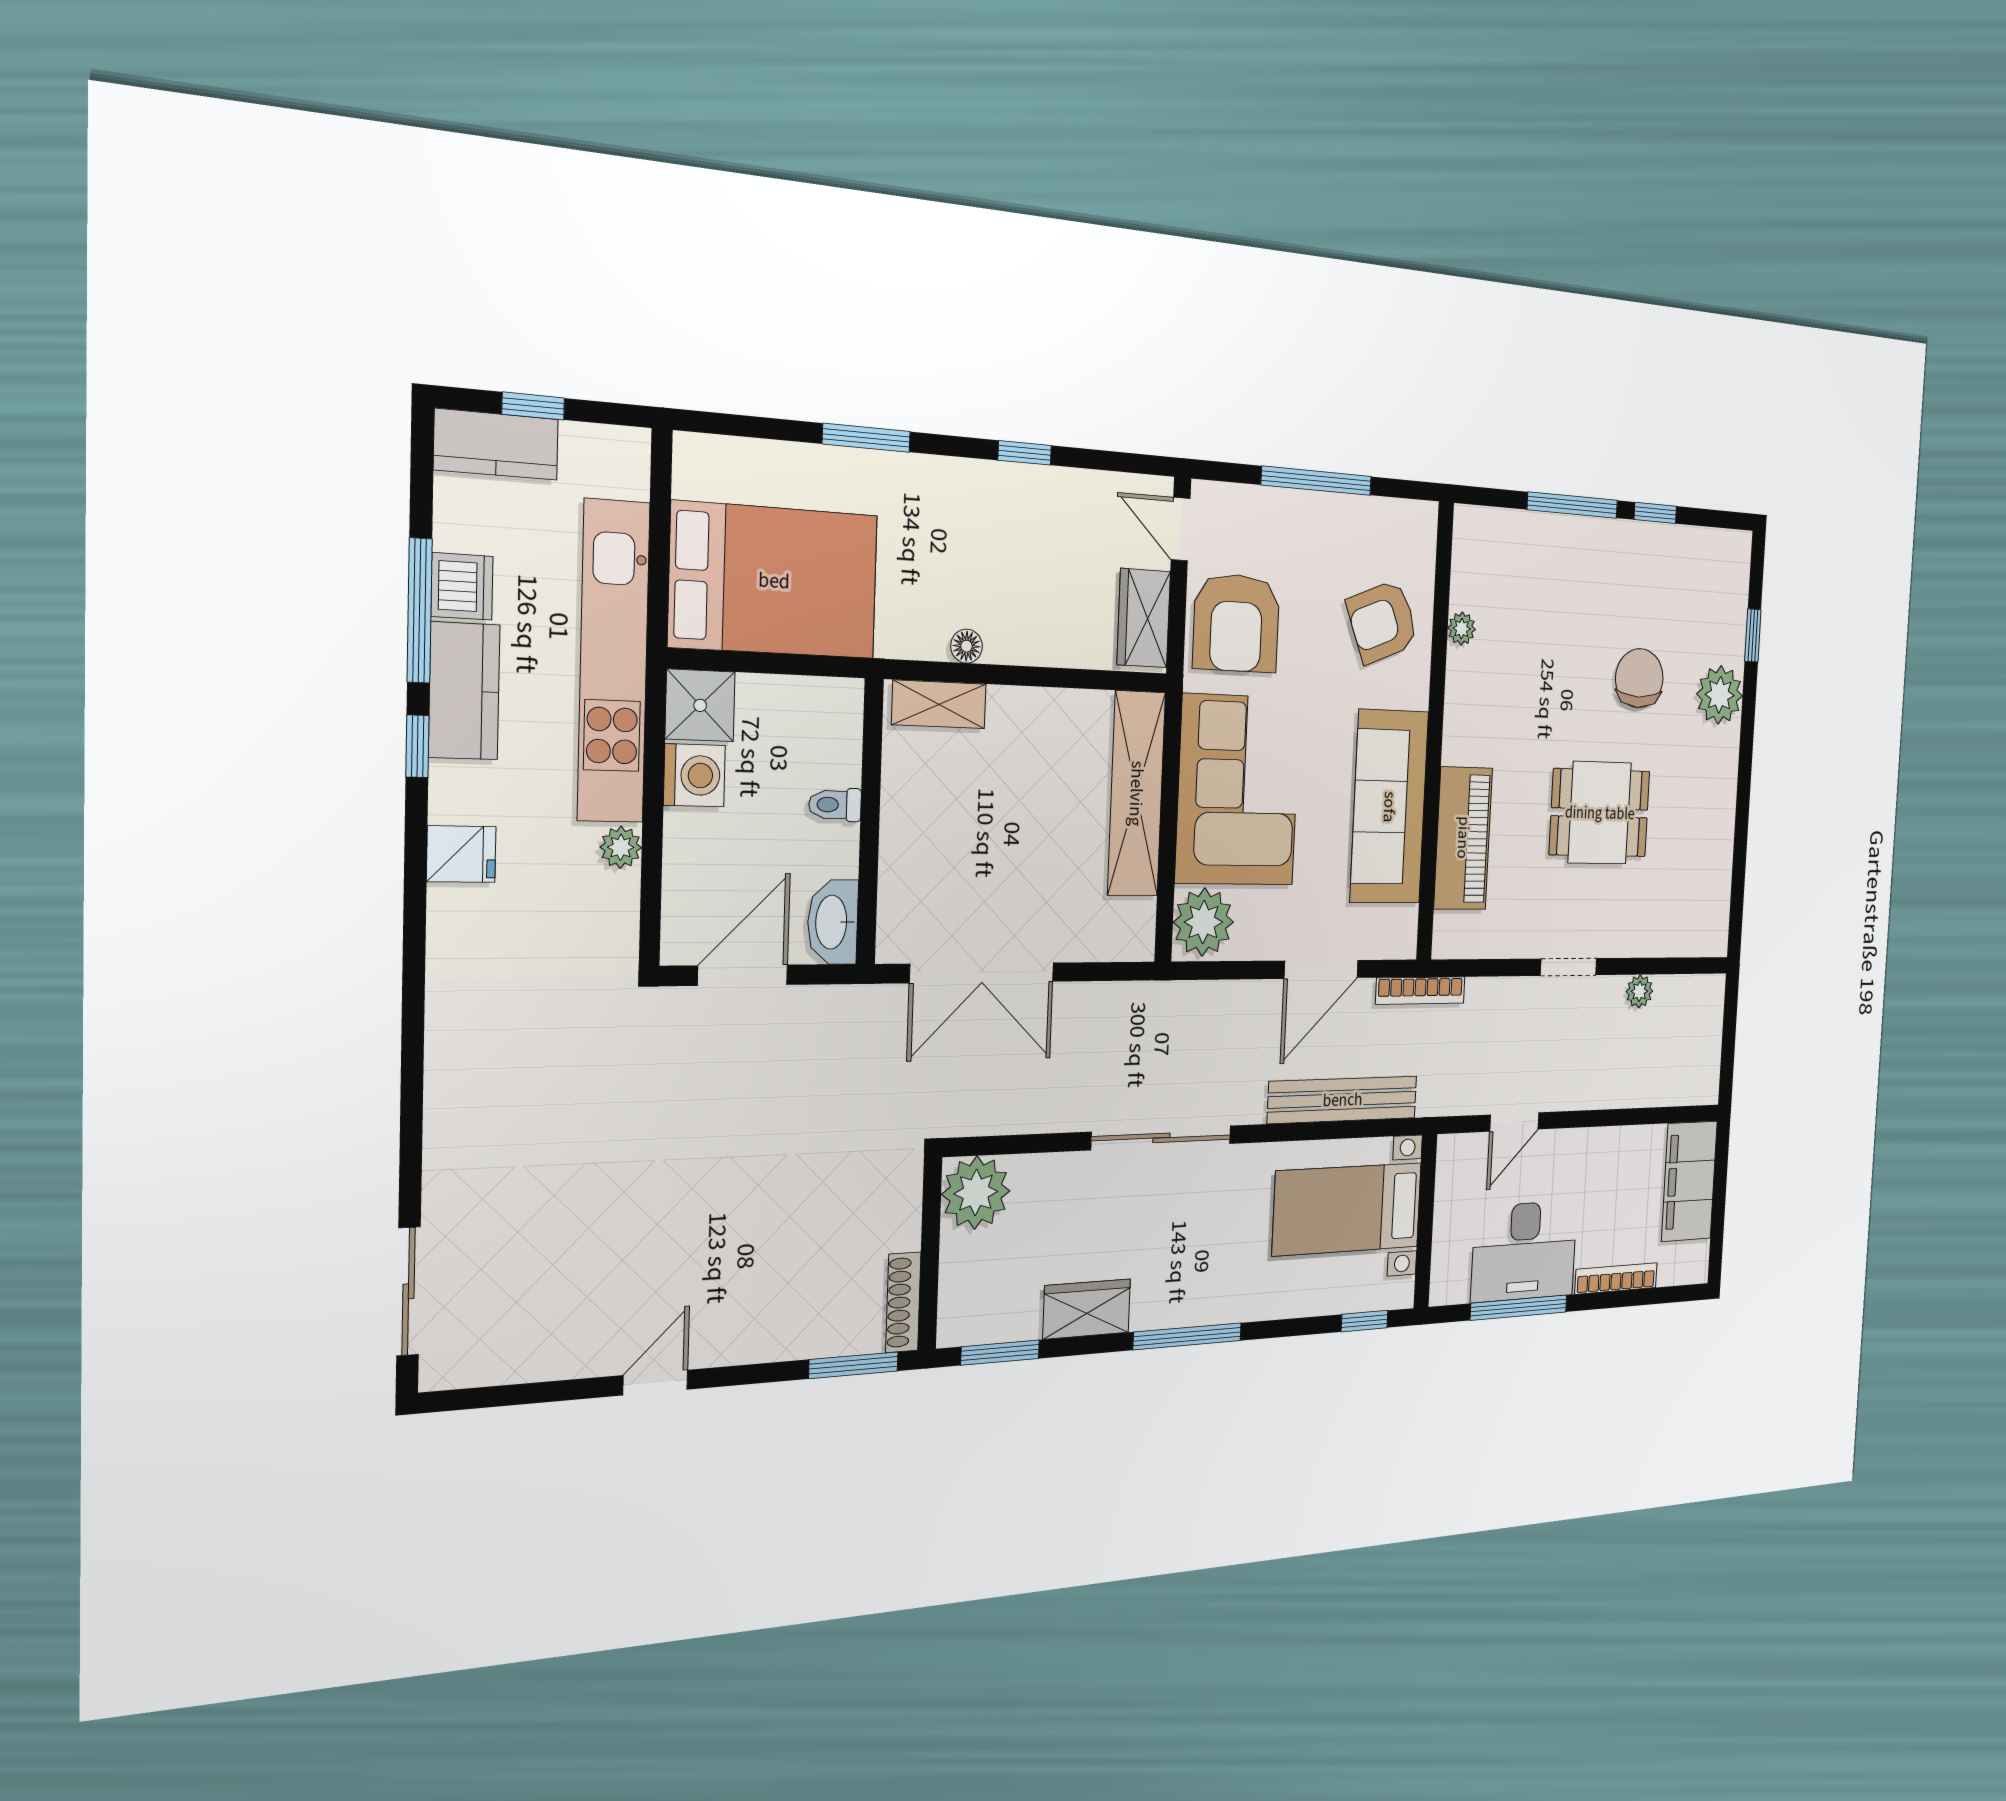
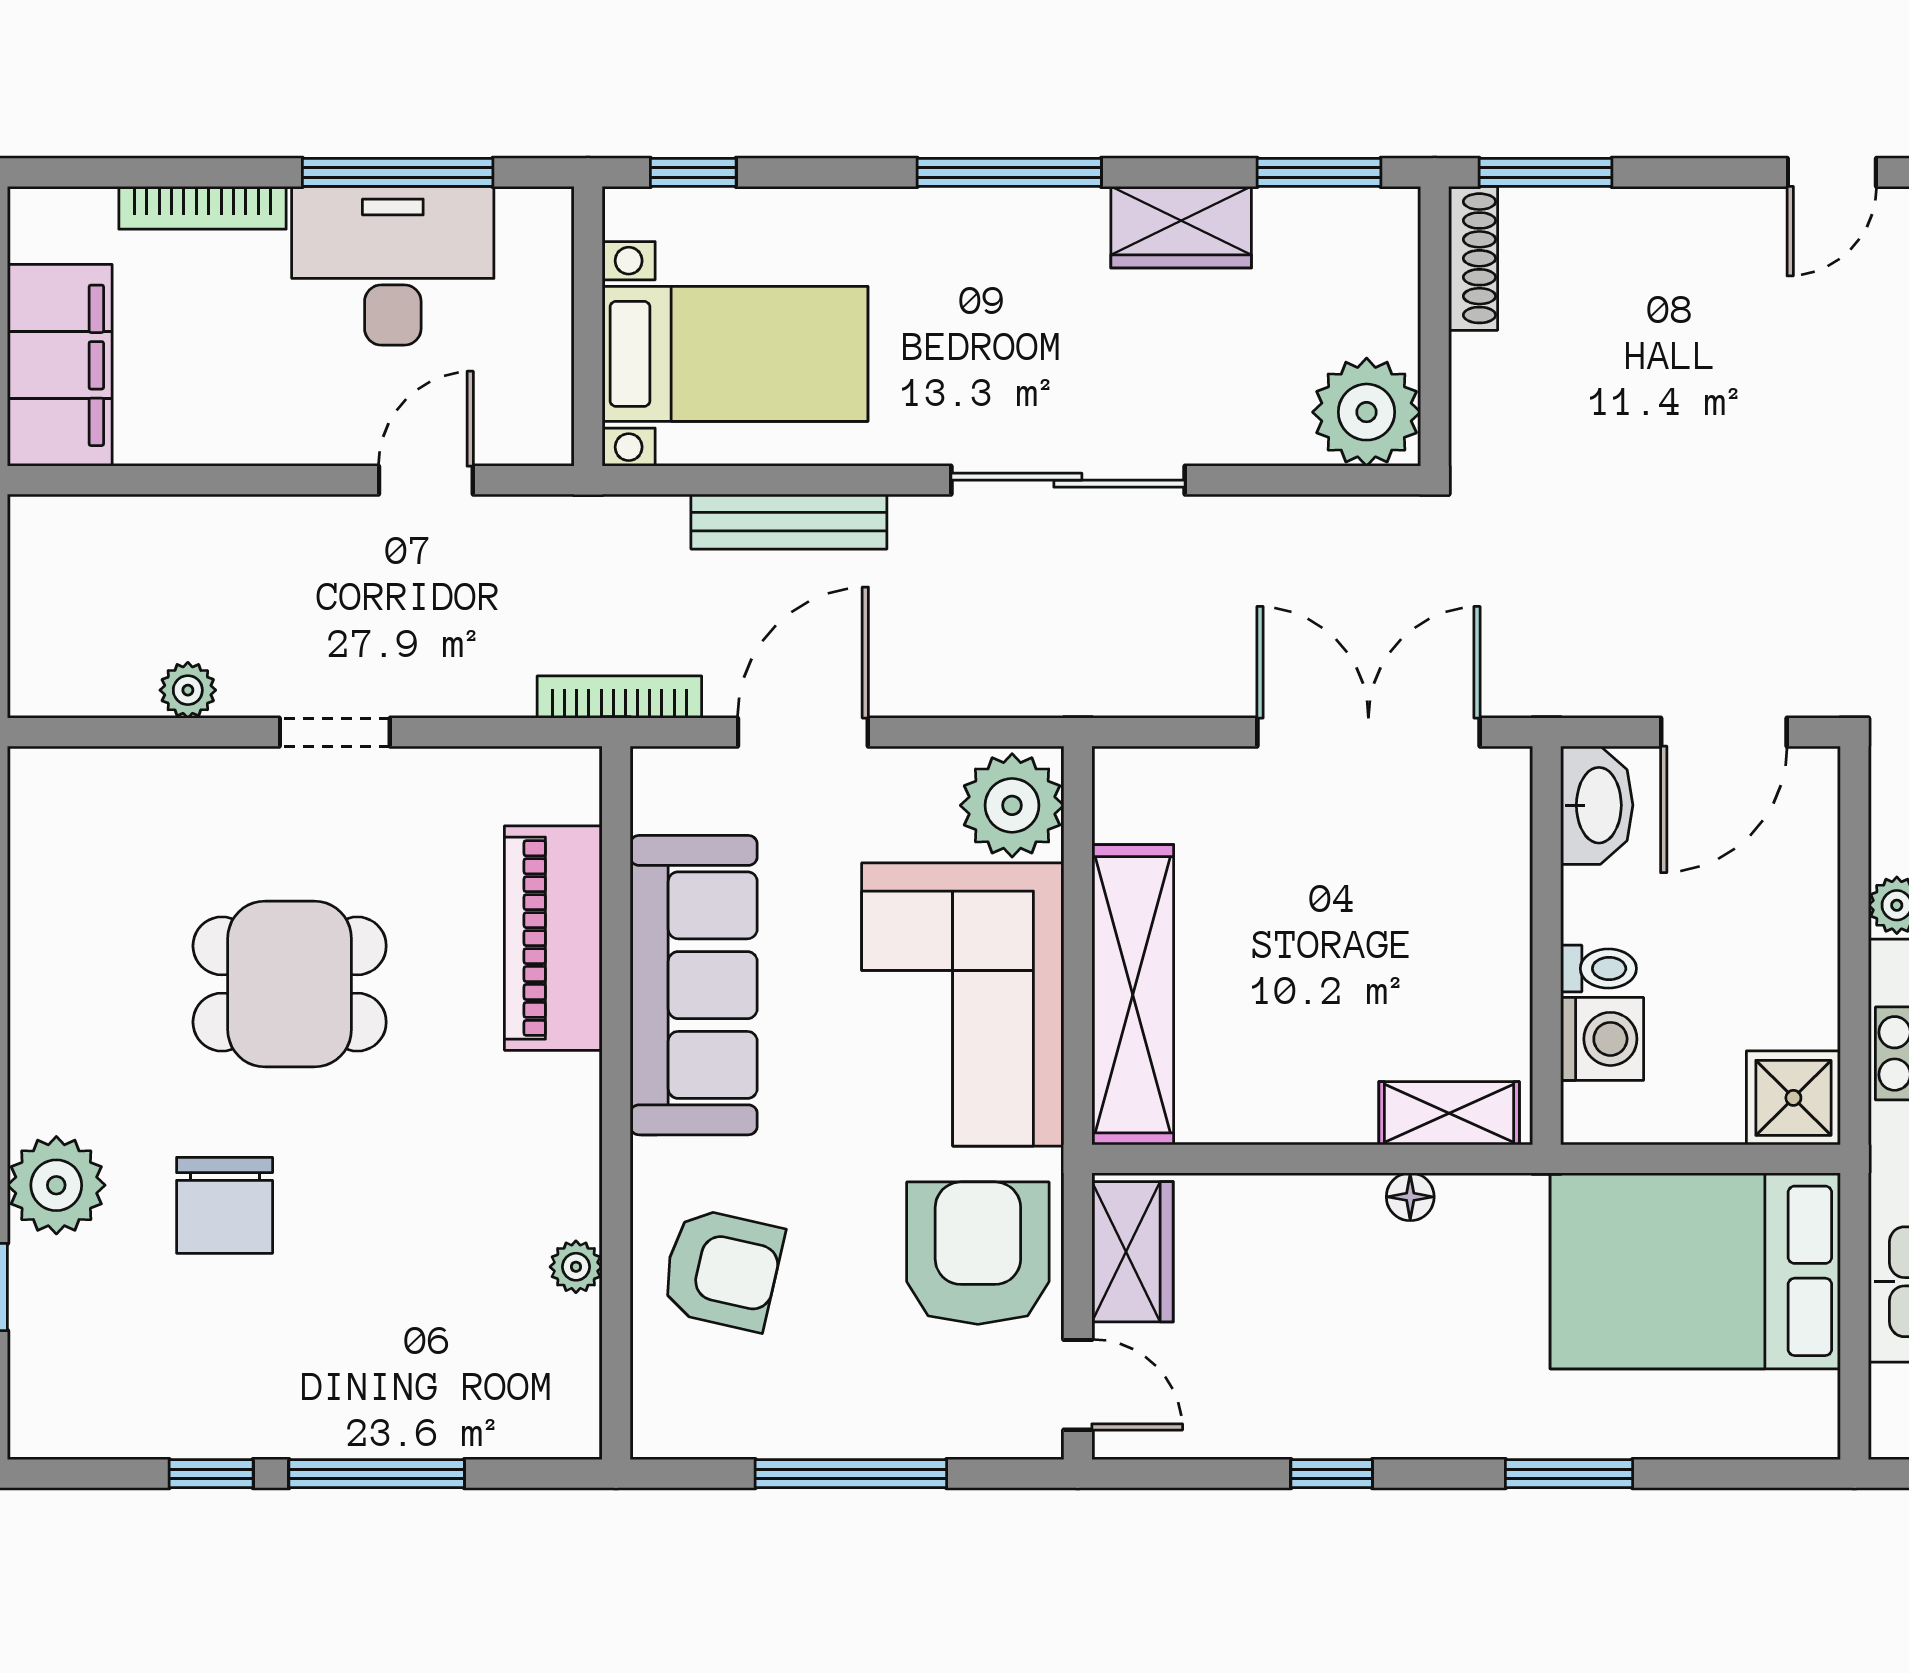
armchair: (1382, 622) -> (722, 1269), turned 35
washing machine: (694, 775) -> (1602, 1039), moved, turned 180
bench: (1343, 1100) -> (789, 522), width x0.73, depth x0.82

